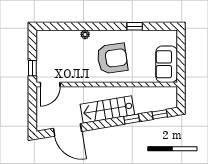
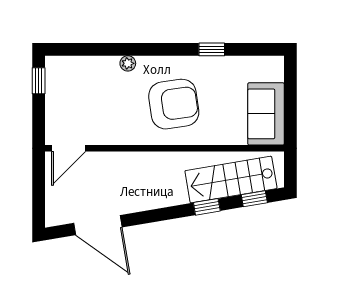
window: (32, 68) -> (39, 81), moved
stairs: (107, 110) -> (231, 180), moved

